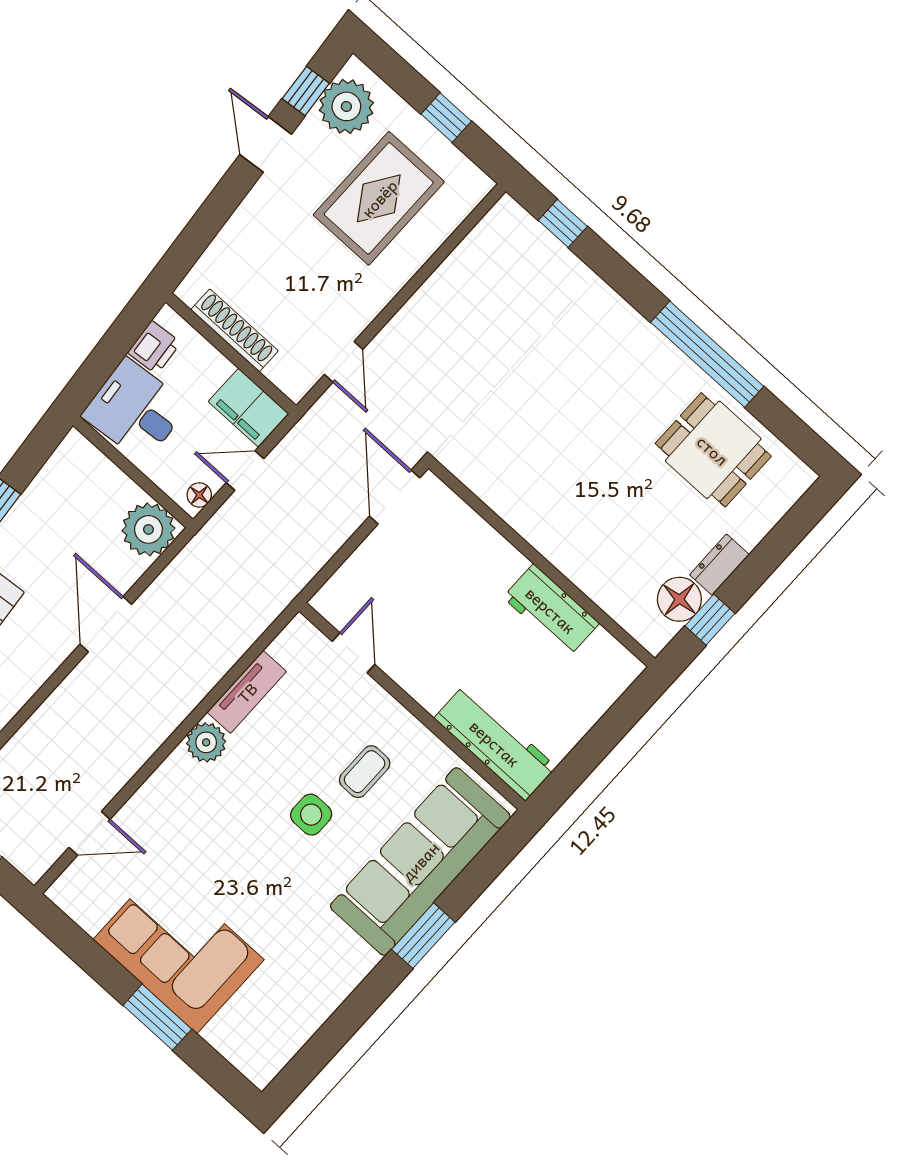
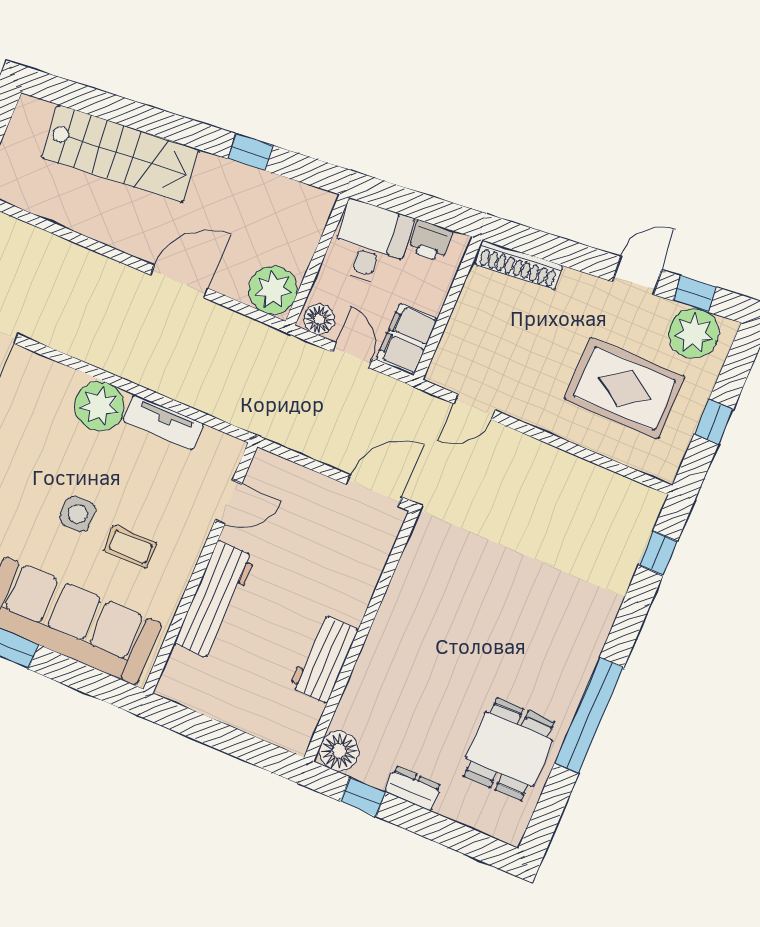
shoe rack: (234, 330) -> (519, 265), moved, turned 85
floor lamp: (199, 495) -> (319, 319), width x1.37, depth x1.37
floor lamp: (679, 599) -> (339, 751), moved
plant: (206, 742) -> (100, 406), width x1.36, depth x1.36
workbench: (495, 743) -> (215, 600), moved

